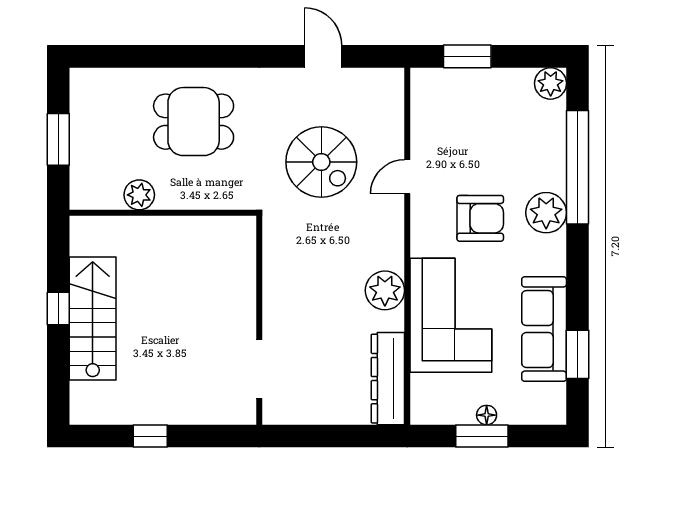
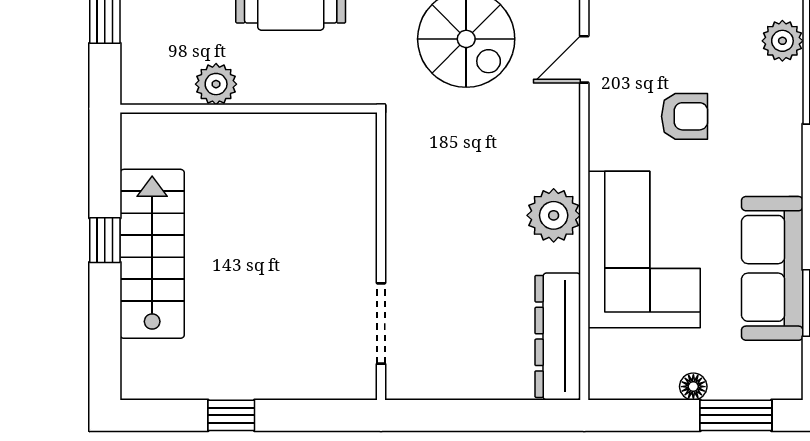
plant: (546, 213) -> (782, 41), moved, width x0.73, depth x0.73
armchair: (480, 218) -> (684, 116), width x0.72, depth x0.72
window: (482, 436) -> (736, 415), moved

